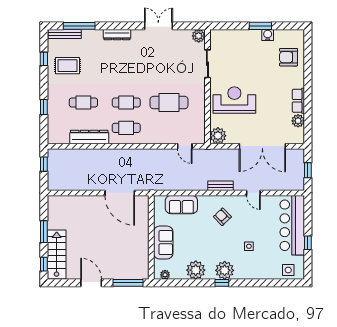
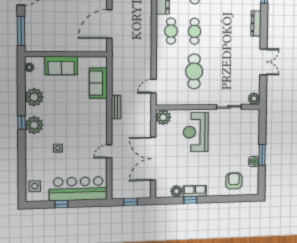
reception desk: (234, 100) -> (196, 132), turned 180
window: (308, 105) -> (190, 200), added
bench: (220, 186) -> (116, 107), moved
armchair: (222, 217) -> (86, 122), removed

